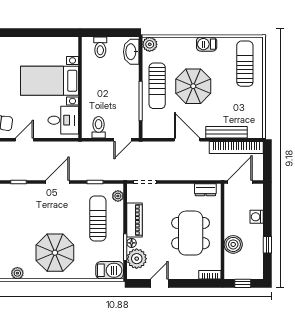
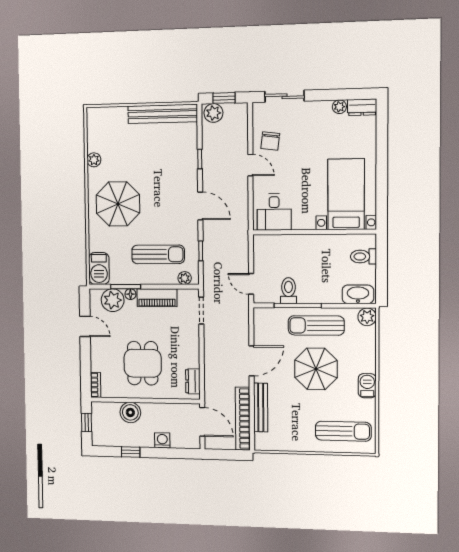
bed with nightstands: (49, 81) -> (346, 194), moved
toilet: (99, 127) -> (288, 291), moved, turned -90
dining table: (191, 233) -> (143, 363), width x0.73

